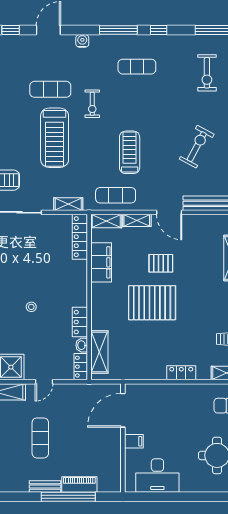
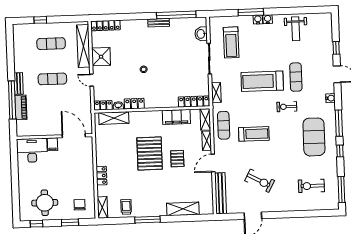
exercise mat: (137, 67) -> (314, 137), width x2.00, depth x1.45
desk: (157, 476) -> (32, 150), moved, turned 90

